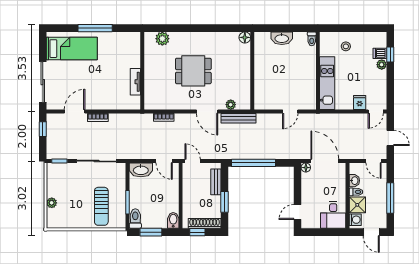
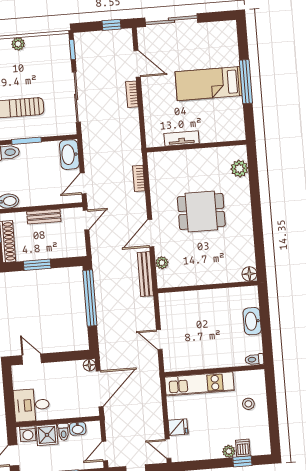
bed: (72, 49) -> (209, 84), moved, turned 90
dining table: (193, 71) -> (201, 211), turned 90
bench: (216, 182) -> (44, 217), moved

